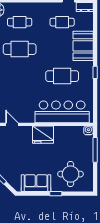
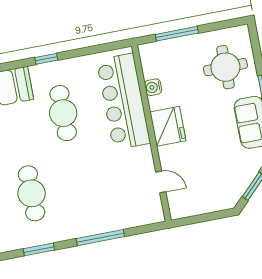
door: (12, 124) -> (161, 182), swing flipped
water cooler: (88, 130) -> (153, 87), moved

